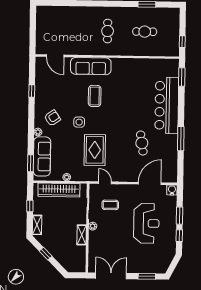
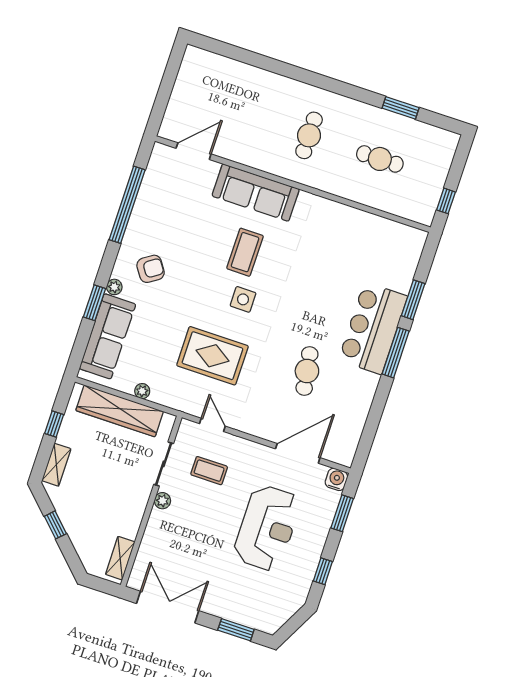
door: (55, 56) -> (194, 151), swing flipped
window: (182, 77) -> (413, 300), moved
window: (32, 91) -> (127, 205), width x3.17
bar counter: (167, 105) -> (373, 328), width x0.73
side table: (79, 122) -> (243, 299), moved
window: (181, 139) -> (396, 353), moved
rug: (95, 150) -> (212, 356), turned 90
window: (31, 163) -> (95, 303), moved
window: (180, 216) -> (342, 513), moved
shelving: (82, 235) -> (120, 558), moved

